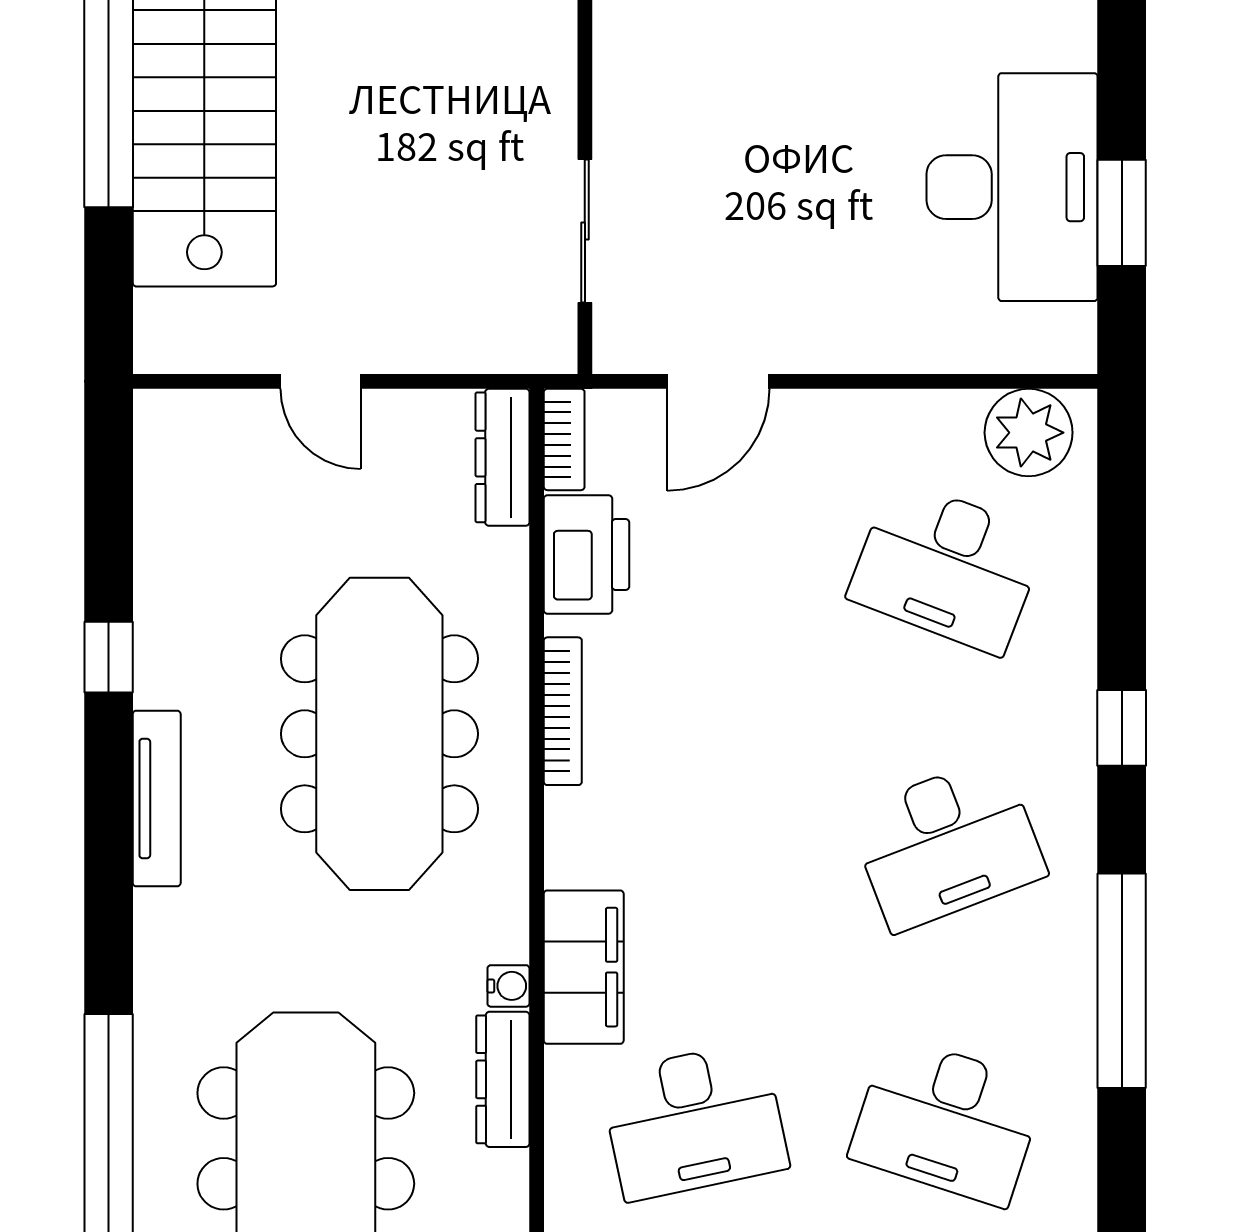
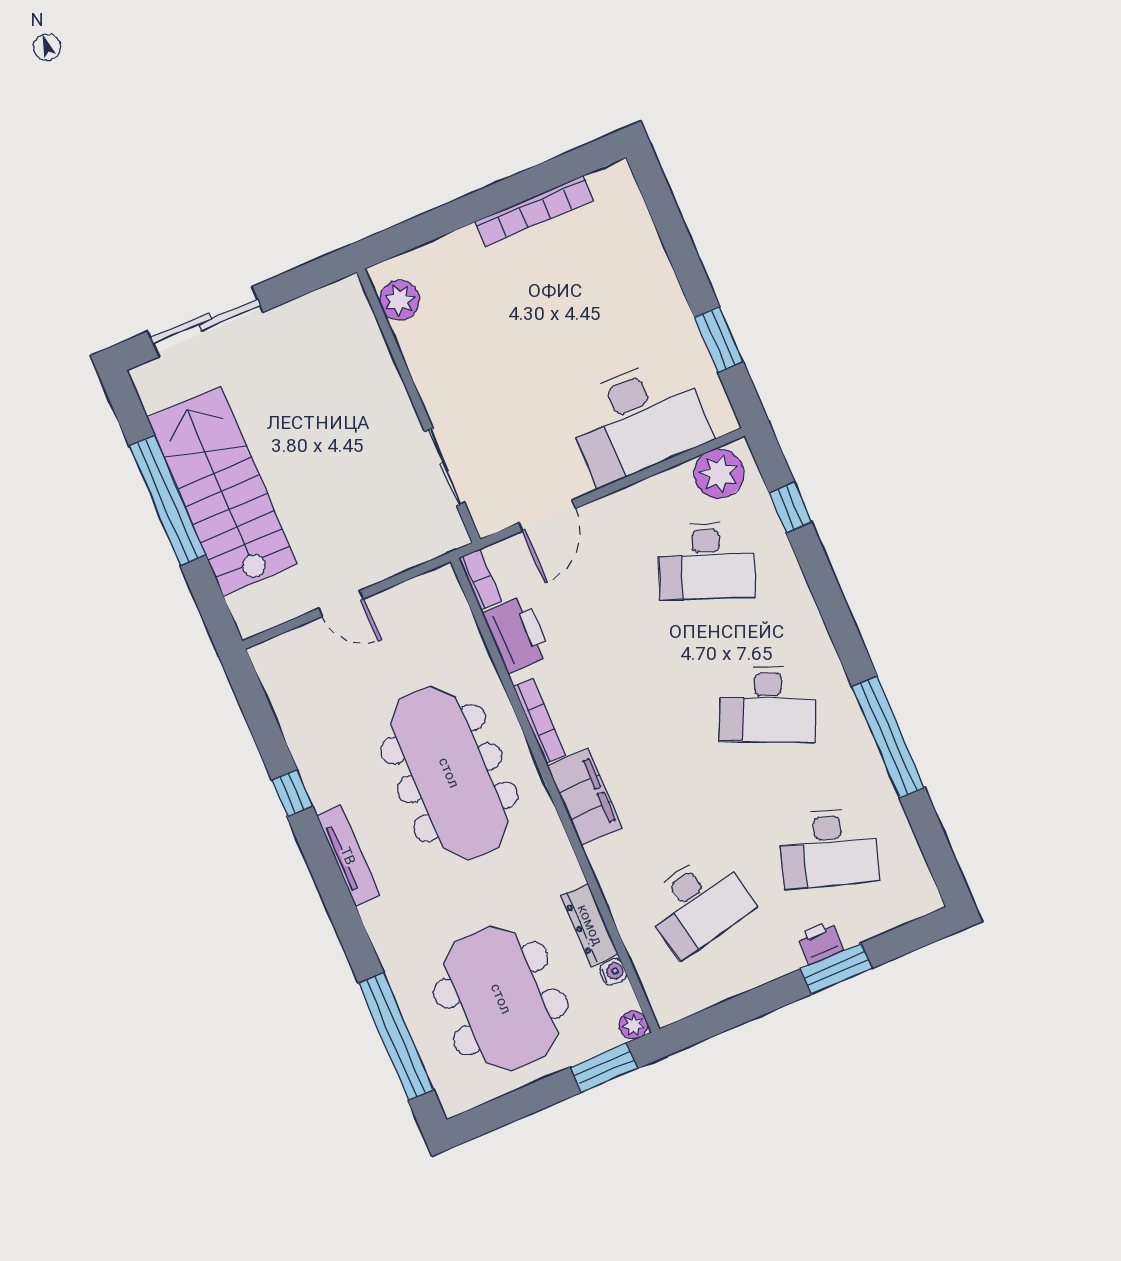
desk: (1012, 187) -> (638, 420), moved, turned 90
dresser: (502, 457) -> (452, 603), removed
window: (1122, 728) -> (791, 508), moved
desk: (947, 844) -> (768, 705), turned 45
filing cabinet: (584, 967) -> (585, 797), moved
water cooler: (508, 986) -> (613, 972), moved

